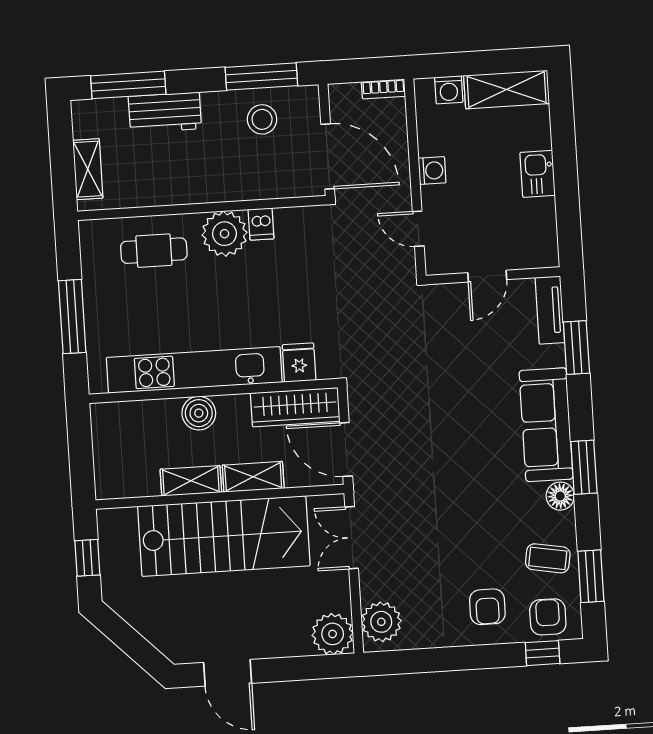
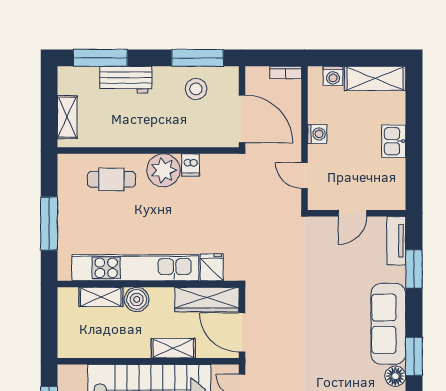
shelving: (191, 481) -> (101, 297), moved

